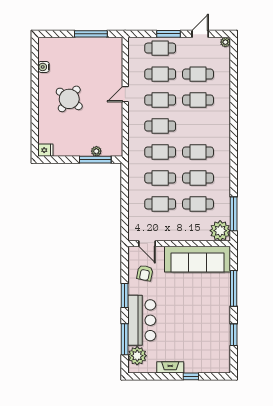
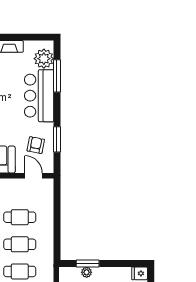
window: (95, 160) -> (88, 264), width x0.69
window: (125, 296) -> (57, 139), moved

